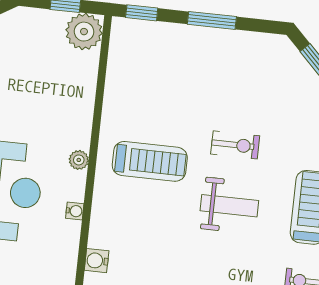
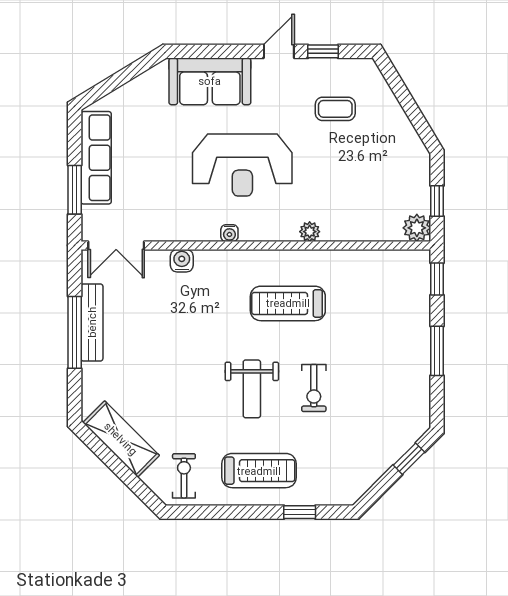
plant: (84, 32) -> (417, 228), width x0.73, depth x0.73
plant: (79, 160) -> (310, 232), moved
treadmill: (150, 161) -> (288, 303), turned 90

